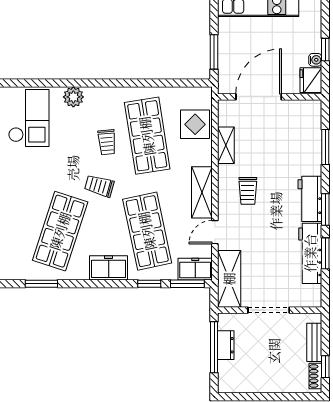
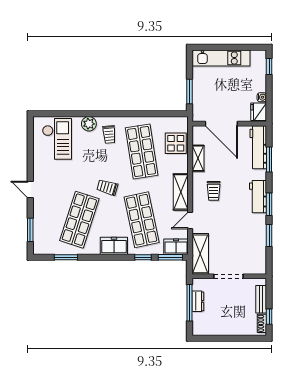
window: (325, 50) -> (269, 66), moved
door: (259, 97) -> (221, 124), swing flipped
trolley: (107, 142) -> (109, 134), moved
workbench: (310, 253) -> (258, 147), moved

